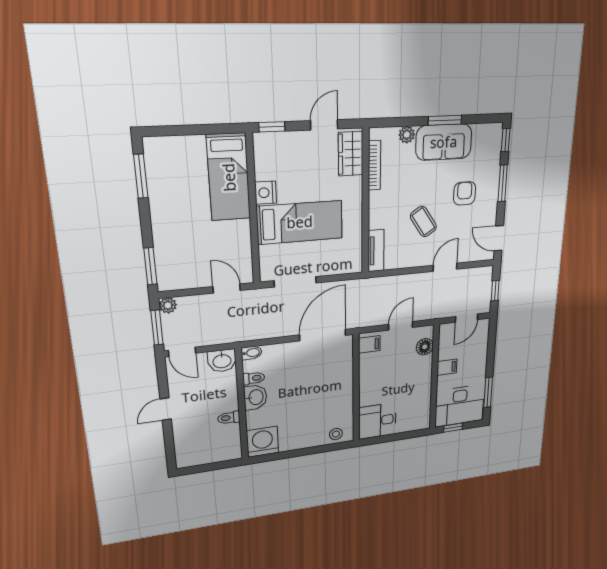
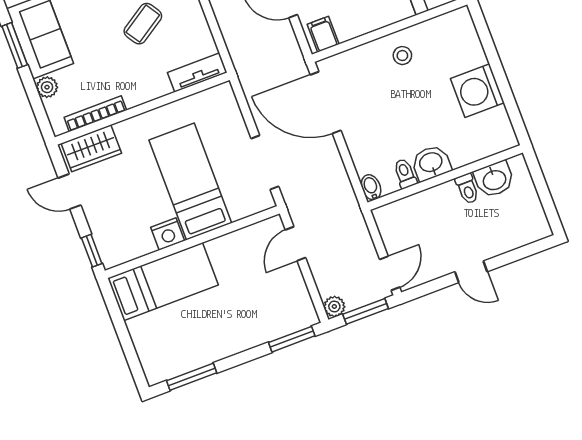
washbasin: (222, 361) -> (494, 179), moved, turned 90
stool: (336, 434) -> (402, 56), moved
washing machine: (263, 442) -> (477, 91), moved

